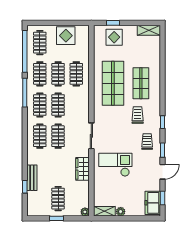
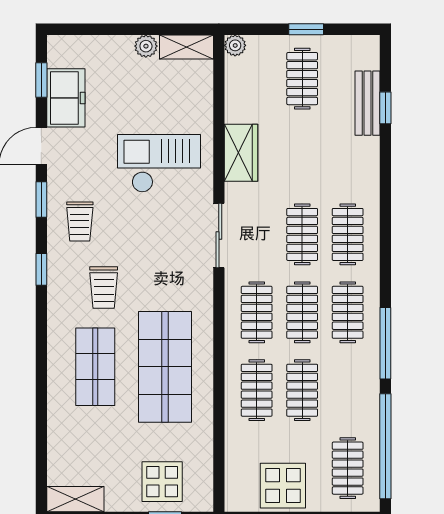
clothes rail: (40, 74) -> (257, 312), moved
checkout: (115, 165) -> (159, 163), turned 180
bench: (32, 178) -> (368, 103), moved
freezer: (153, 203) -> (66, 98), moved

